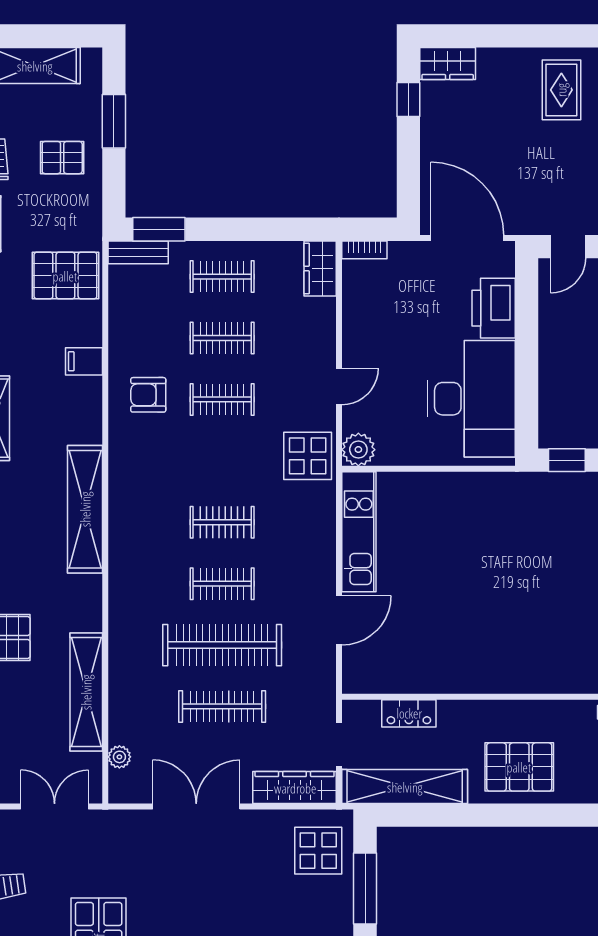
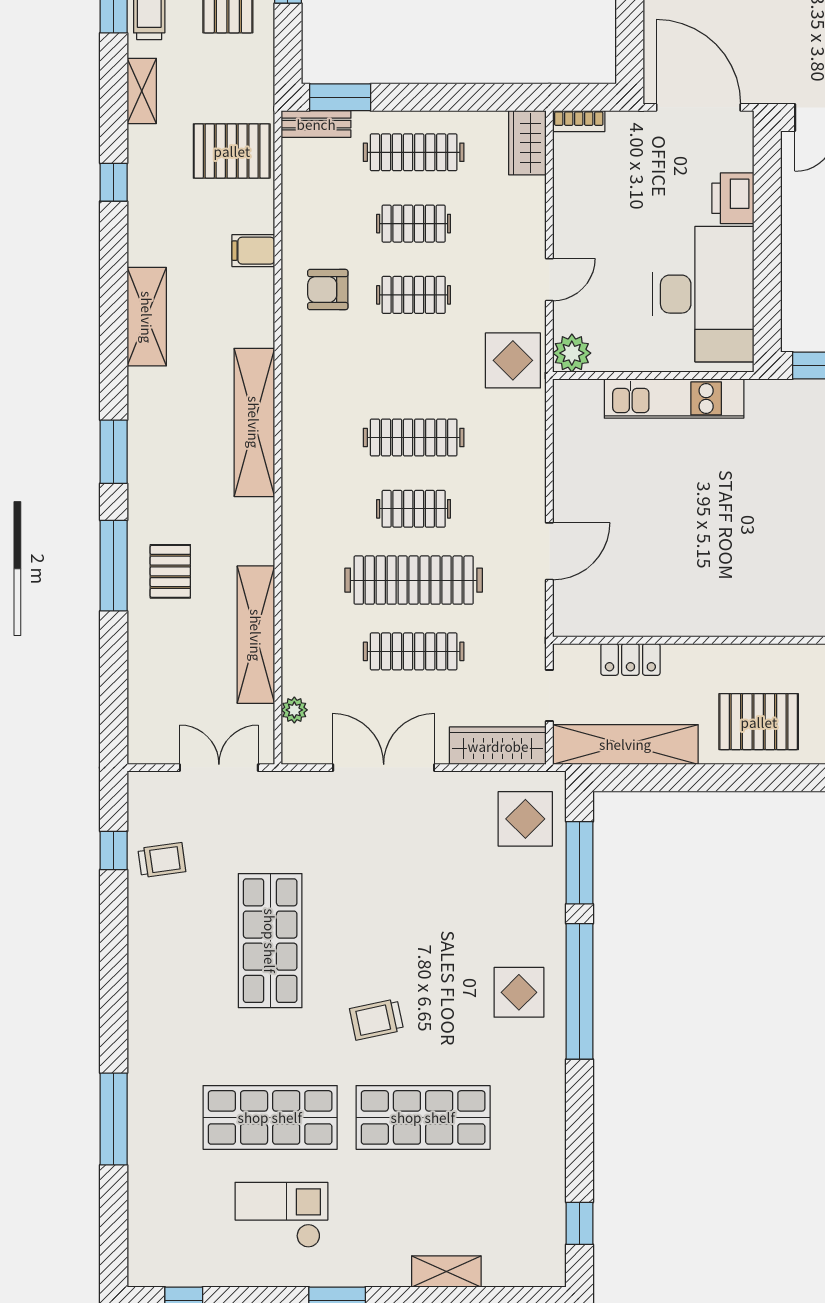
clothes rail: (222, 277) -> (414, 152), width x1.36
printer: (494, 308) -> (733, 198), width x0.73, depth x0.84
clothes rail: (222, 522) -> (414, 437), width x1.36
kitchen unit: (359, 532) -> (674, 398), moved, turned 90

